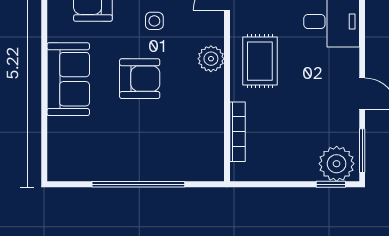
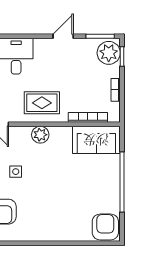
sofa: (68, 79) -> (96, 140), moved, turned 180
armchair: (140, 79) -> (105, 227), moved
bookcase: (280, 174) -> (116, 90), added

